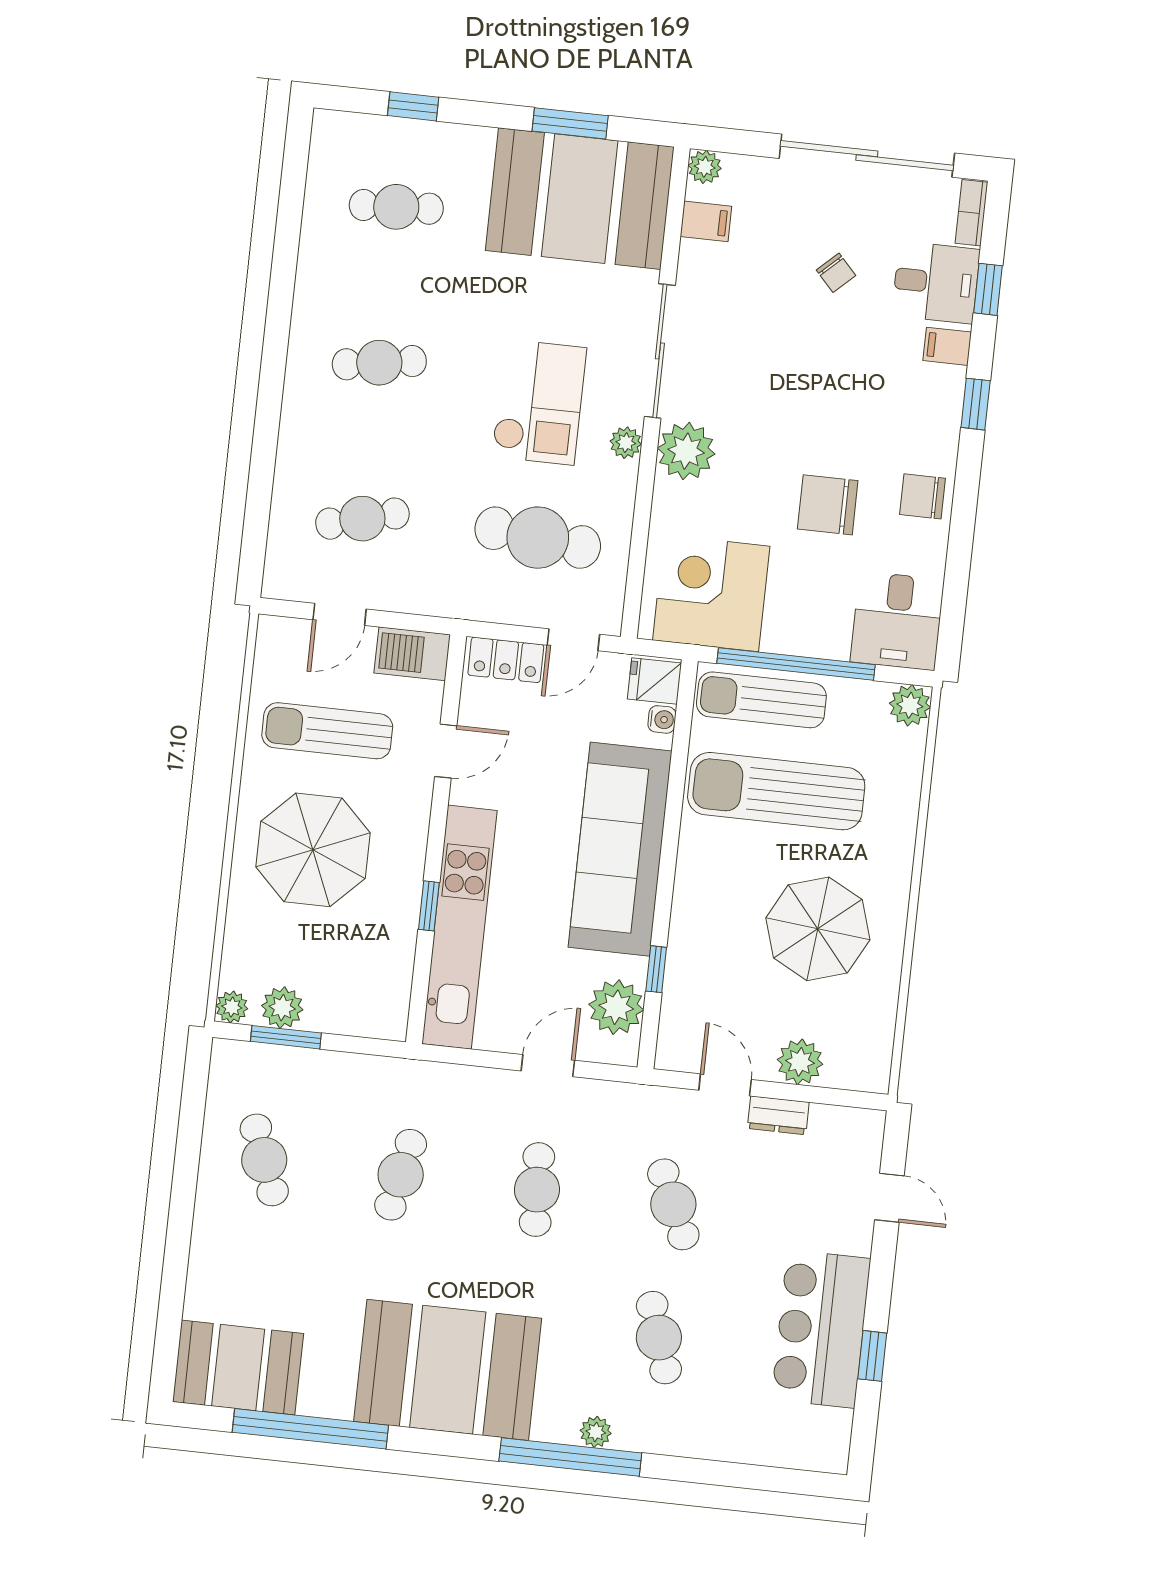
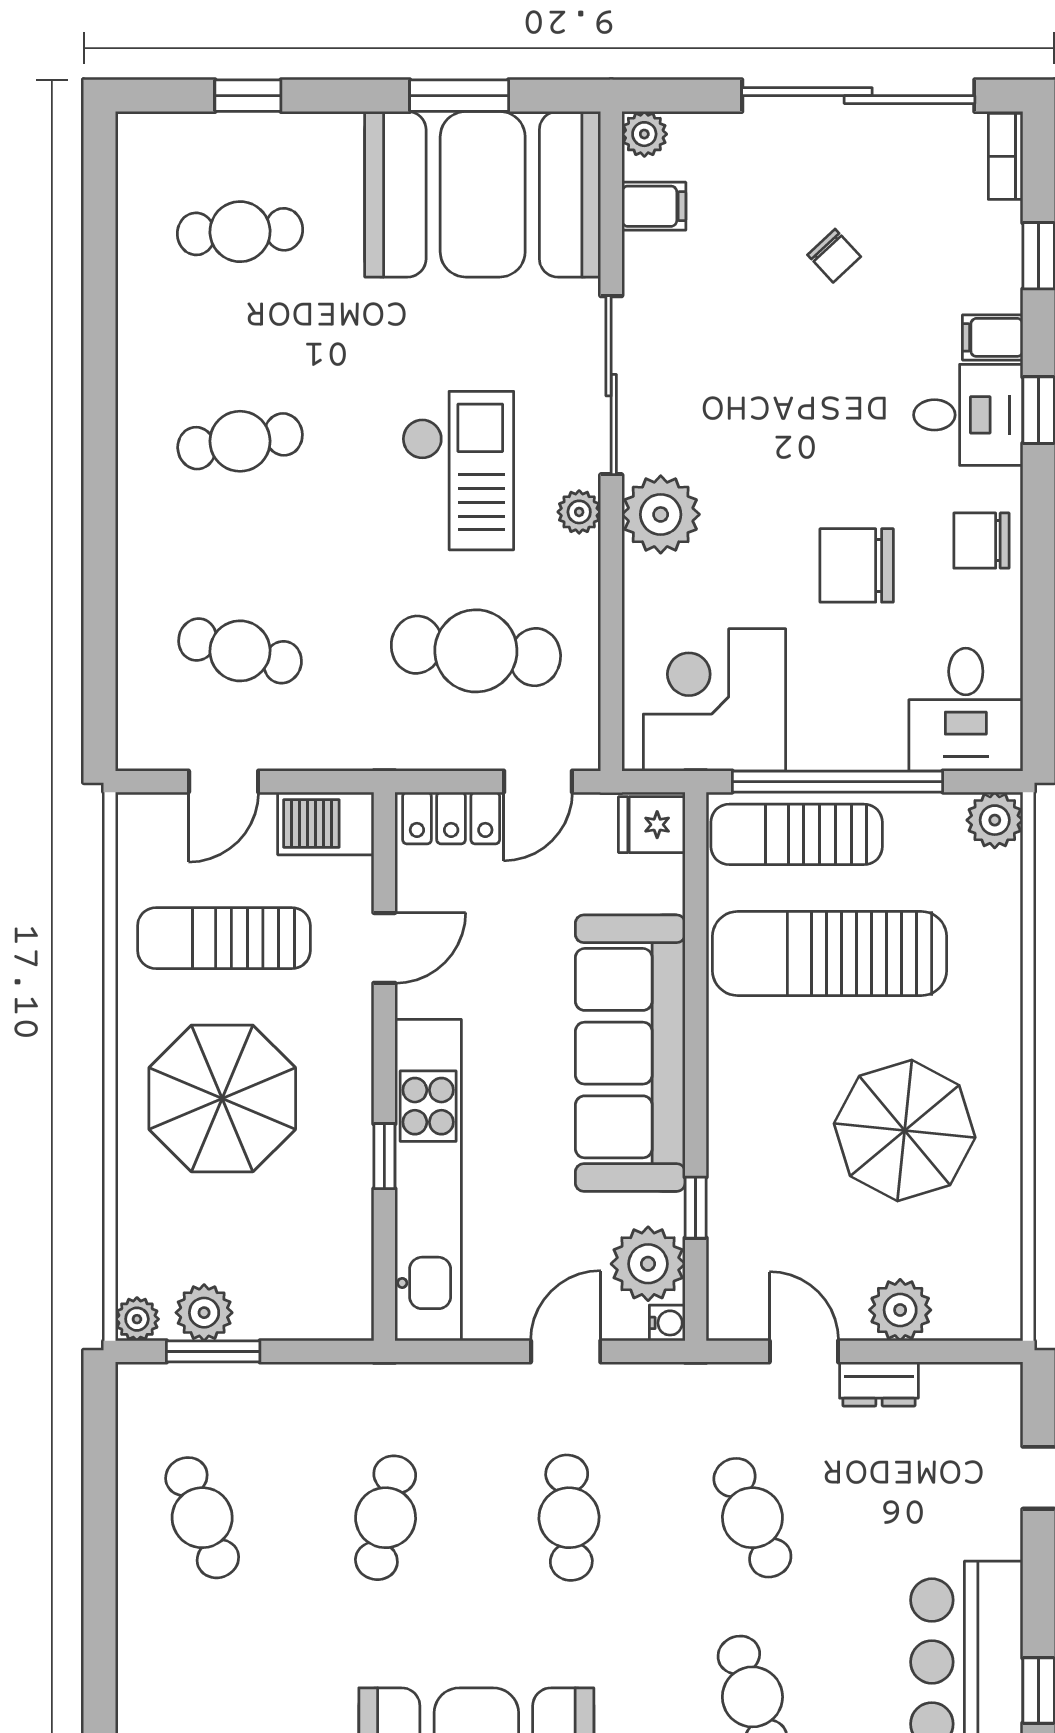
desk: (936, 282) -> (968, 415), moved
cafe table: (362, 519) -> (240, 651), turned 30
water cooler: (662, 719) -> (667, 1323), moved

